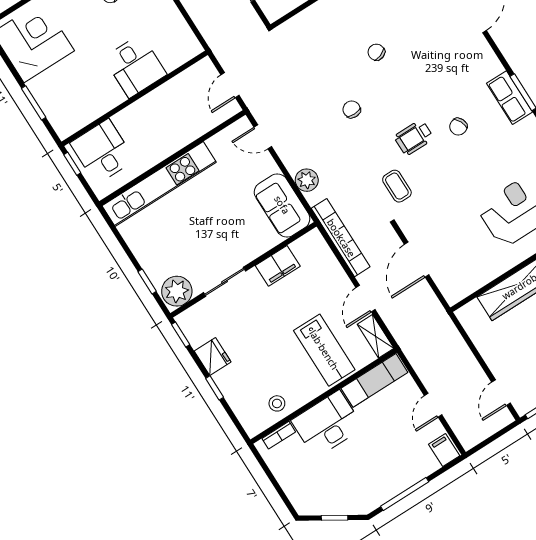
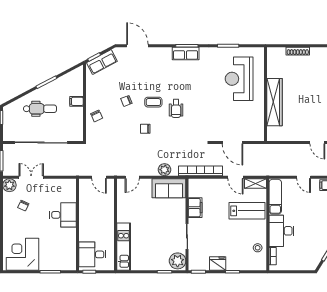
chair: (458, 127) -> (97, 116), moved
kitchen unit: (159, 184) -> (124, 247), width x0.73
coffee table: (397, 186) -> (153, 102), moved

